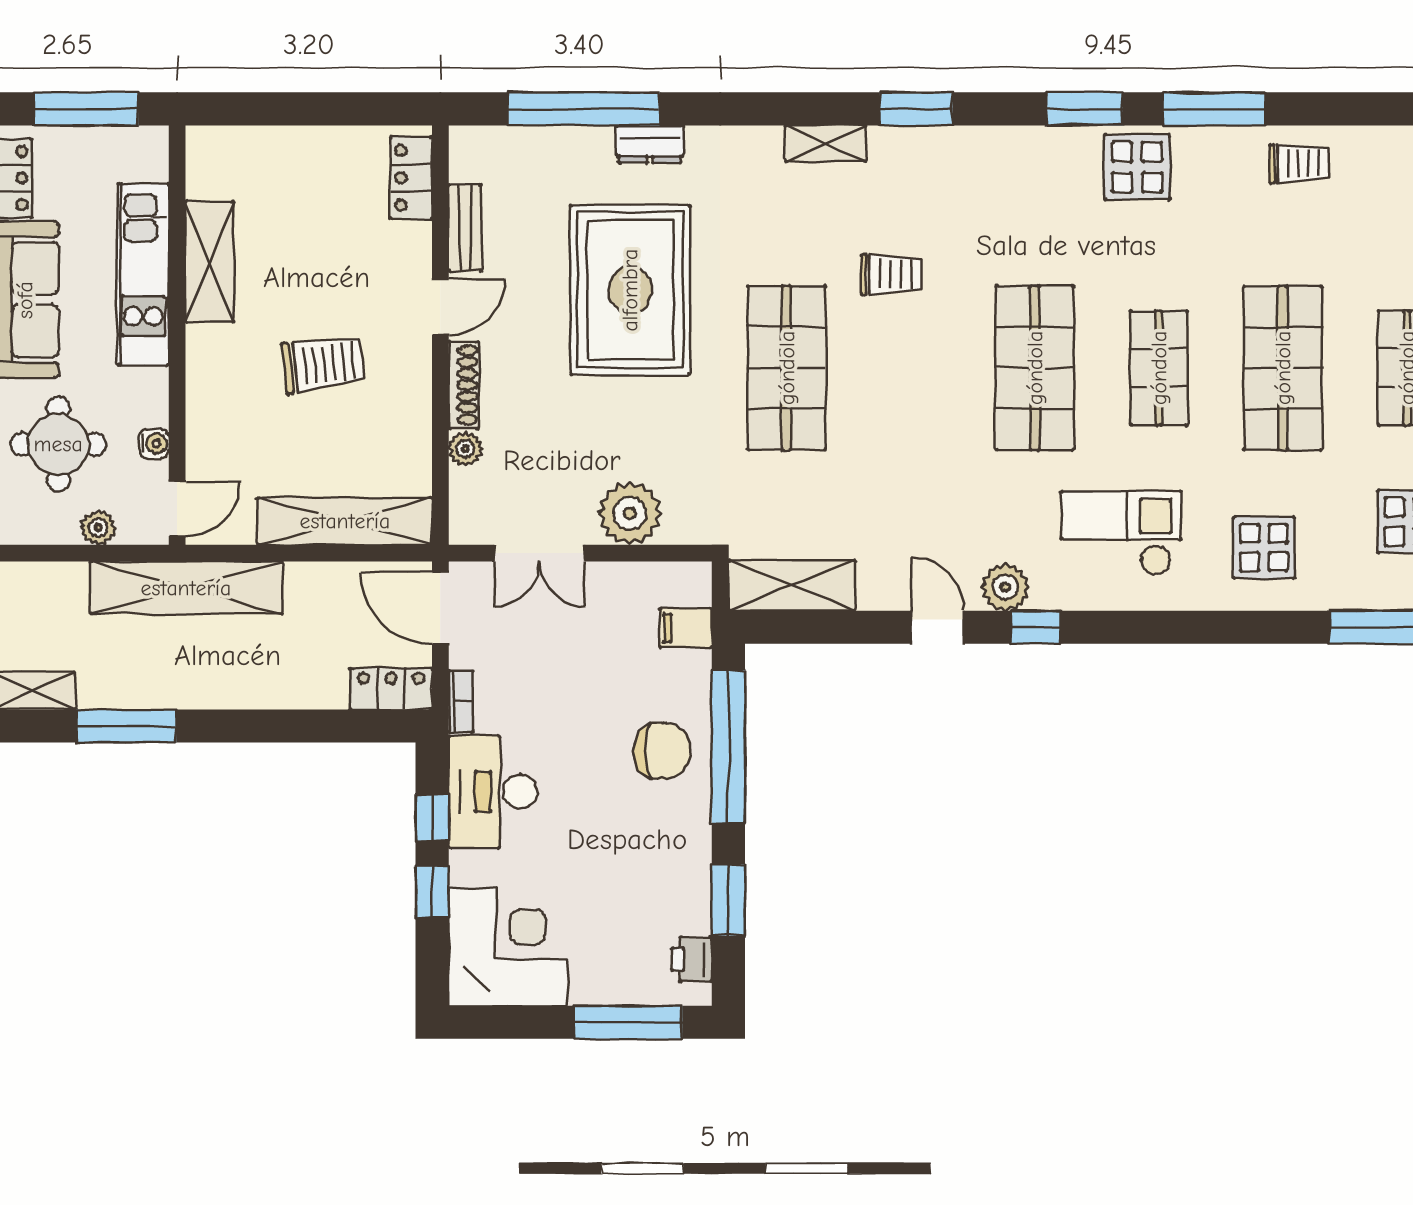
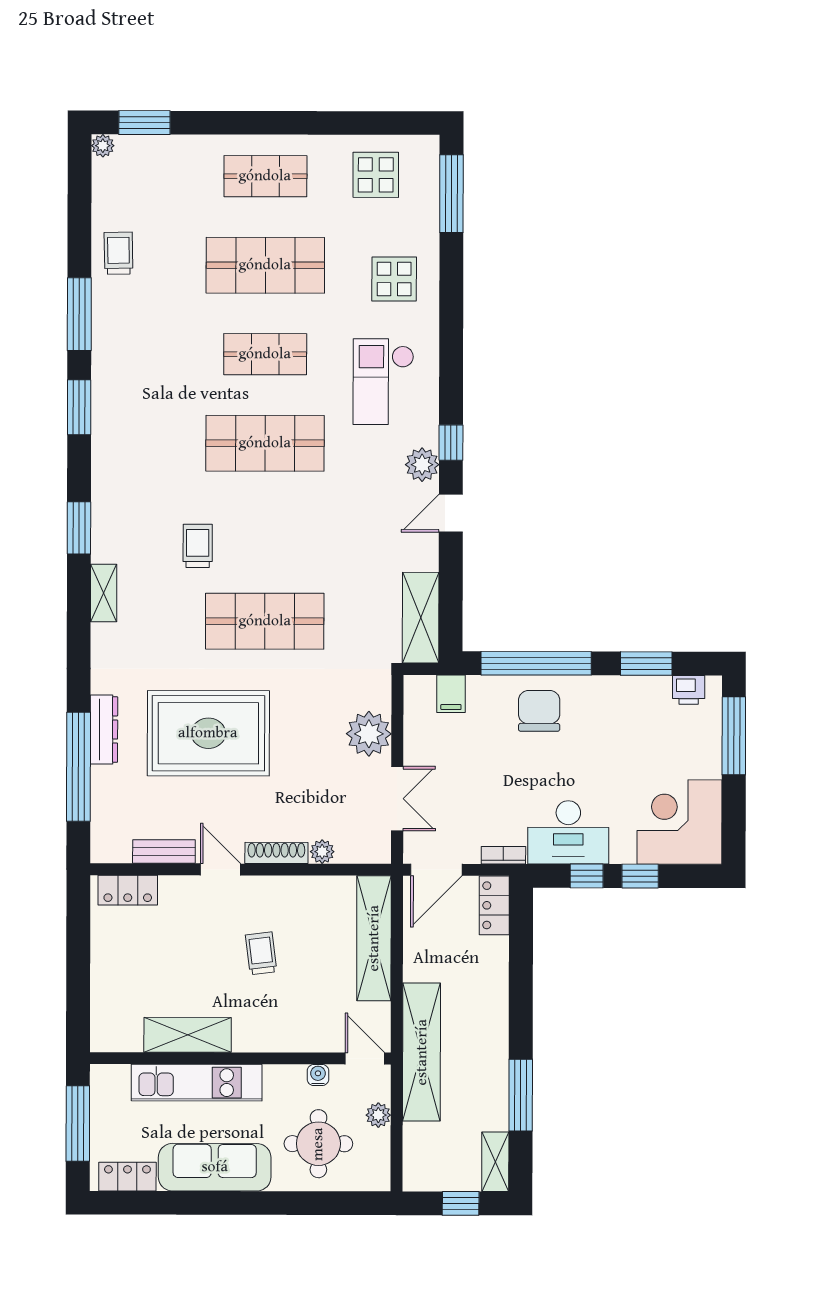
dresser: (650, 144) -> (104, 729), width x1.44
display table: (1137, 167) -> (121, 369), removed
trolley: (324, 364) -> (261, 953), width x0.73, depth x0.72

